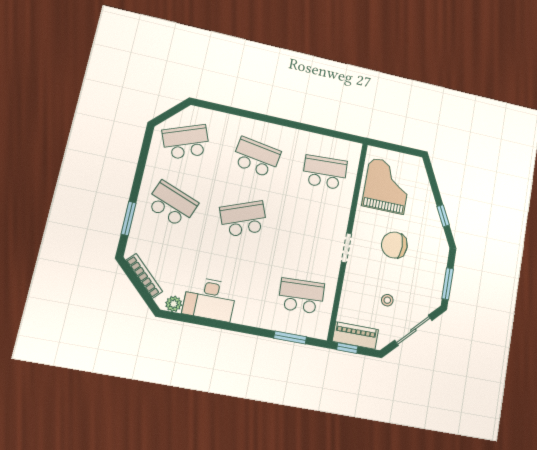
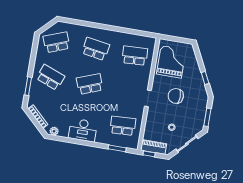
desk: (210, 299) -> (83, 130), moved

